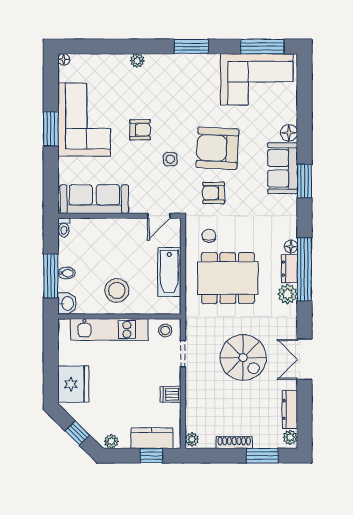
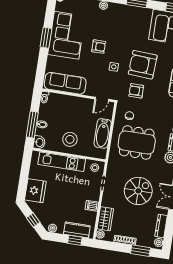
spiral stairs: (243, 358) -> (138, 191), turned -90
wardrobe: (196, 412) -> (105, 219), added

